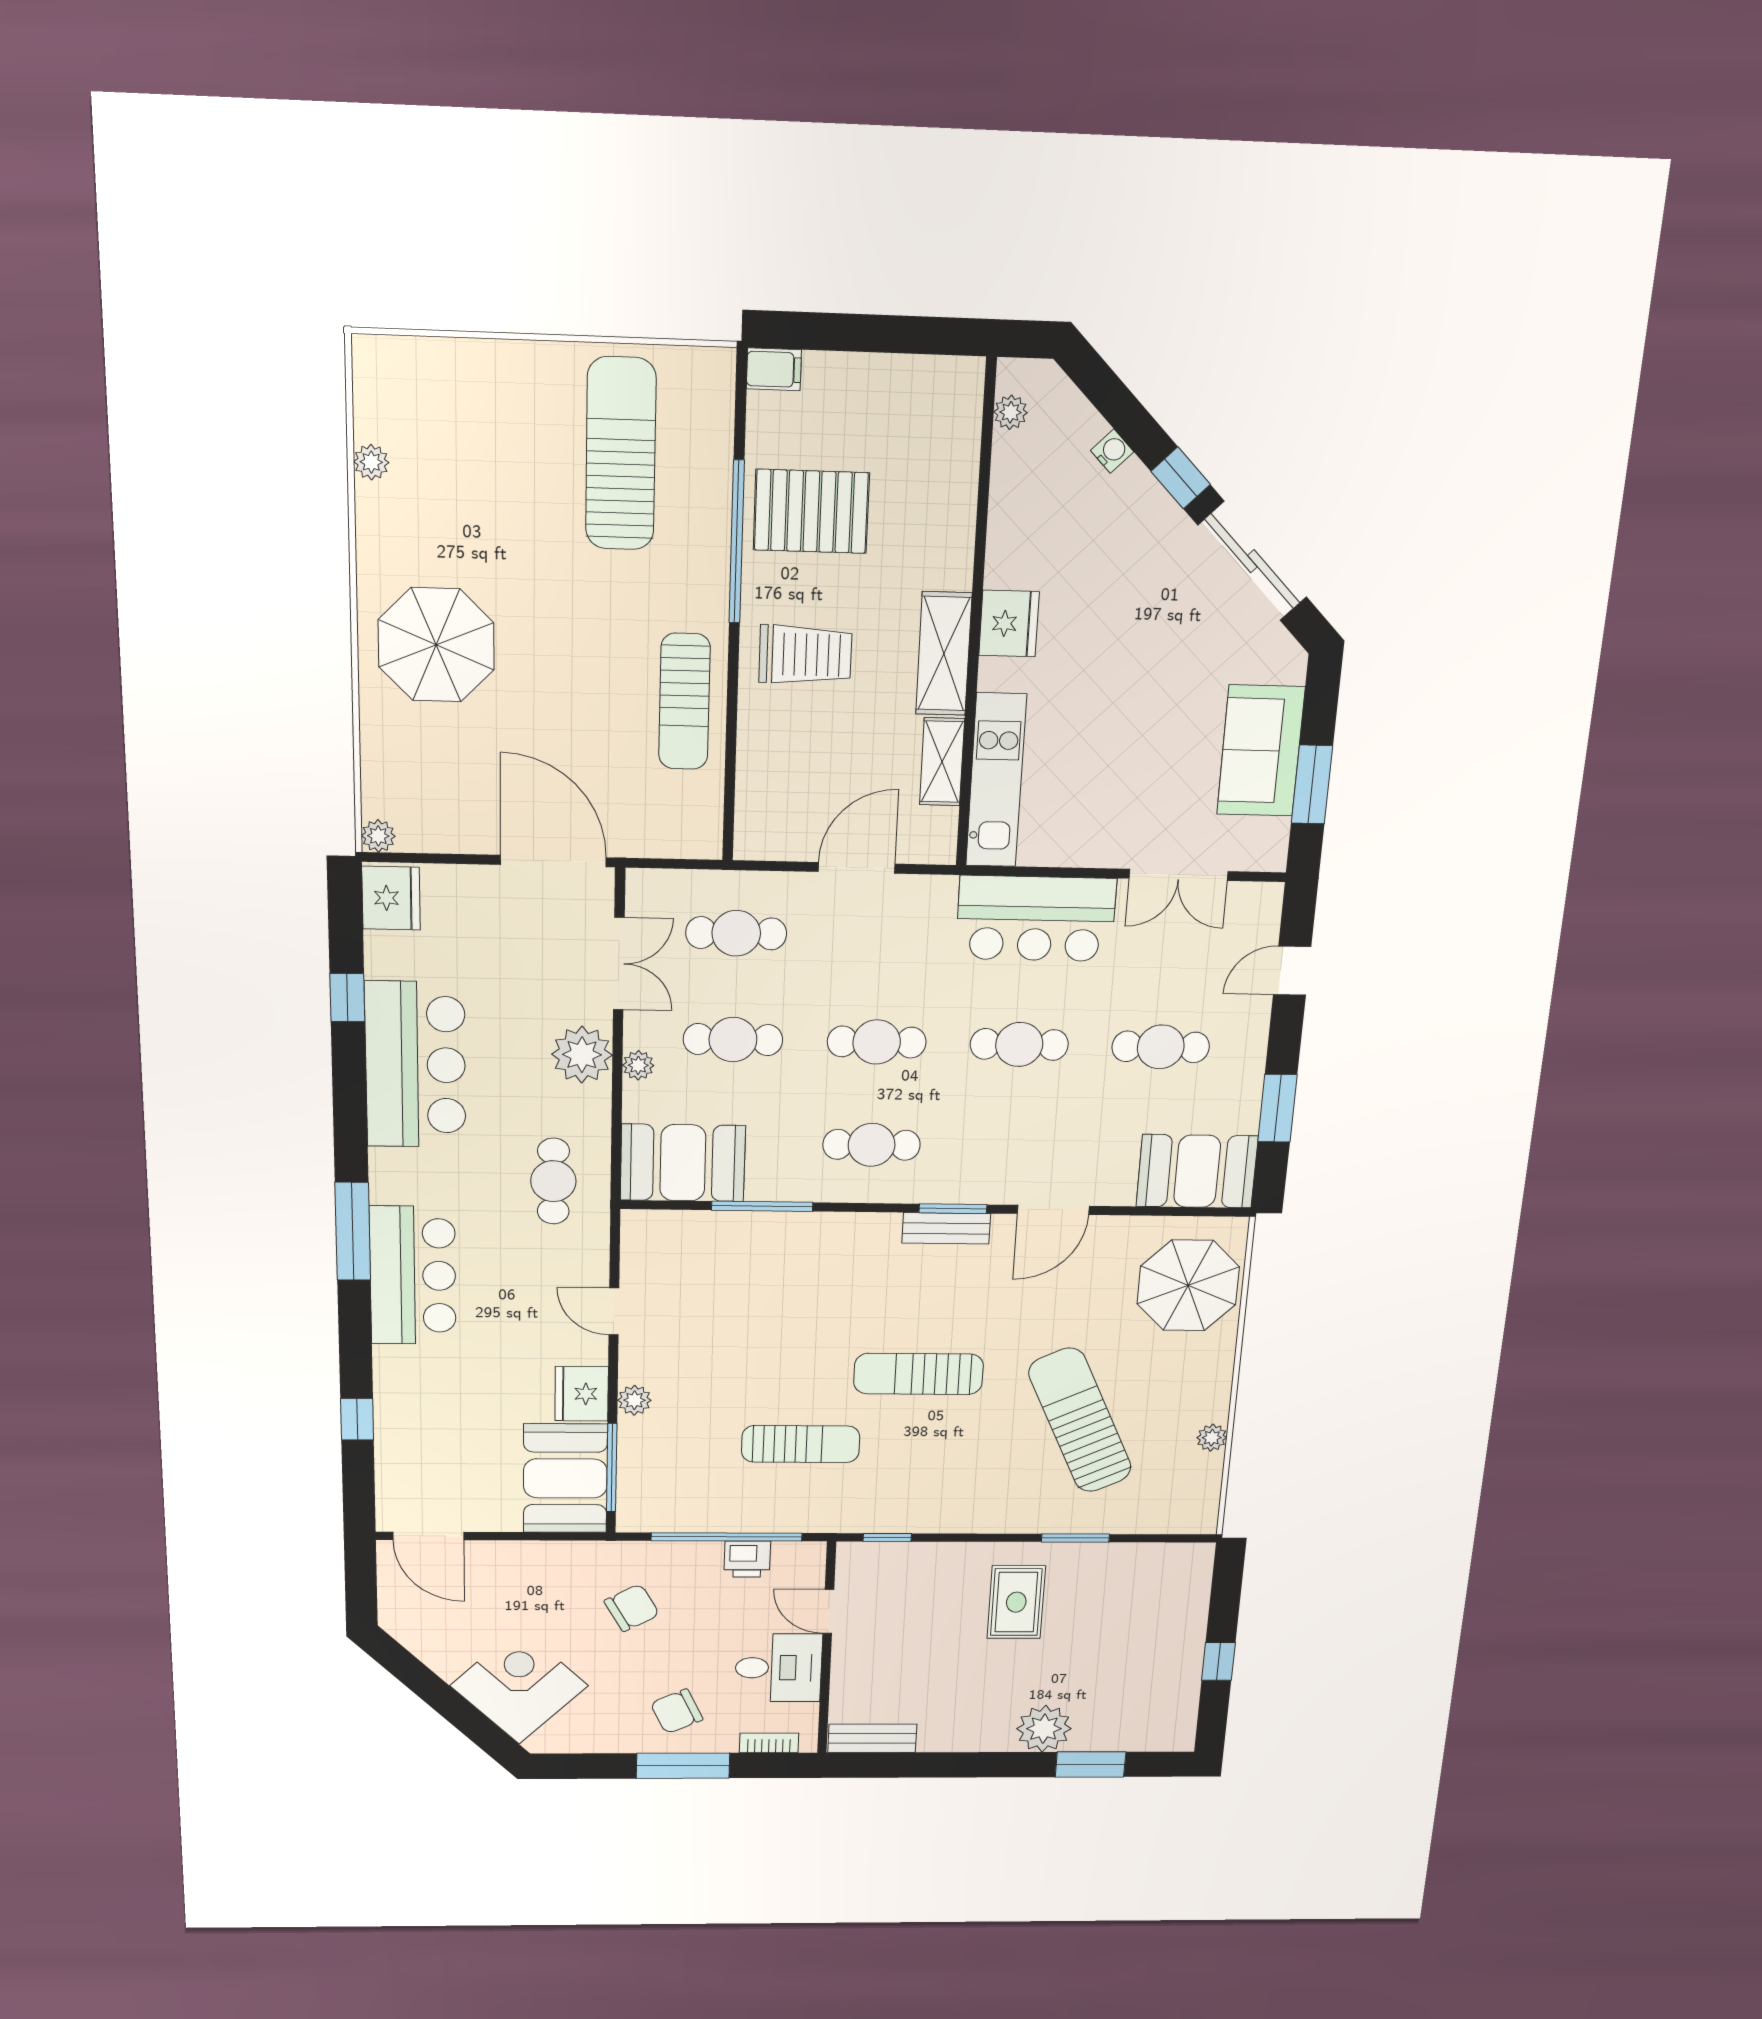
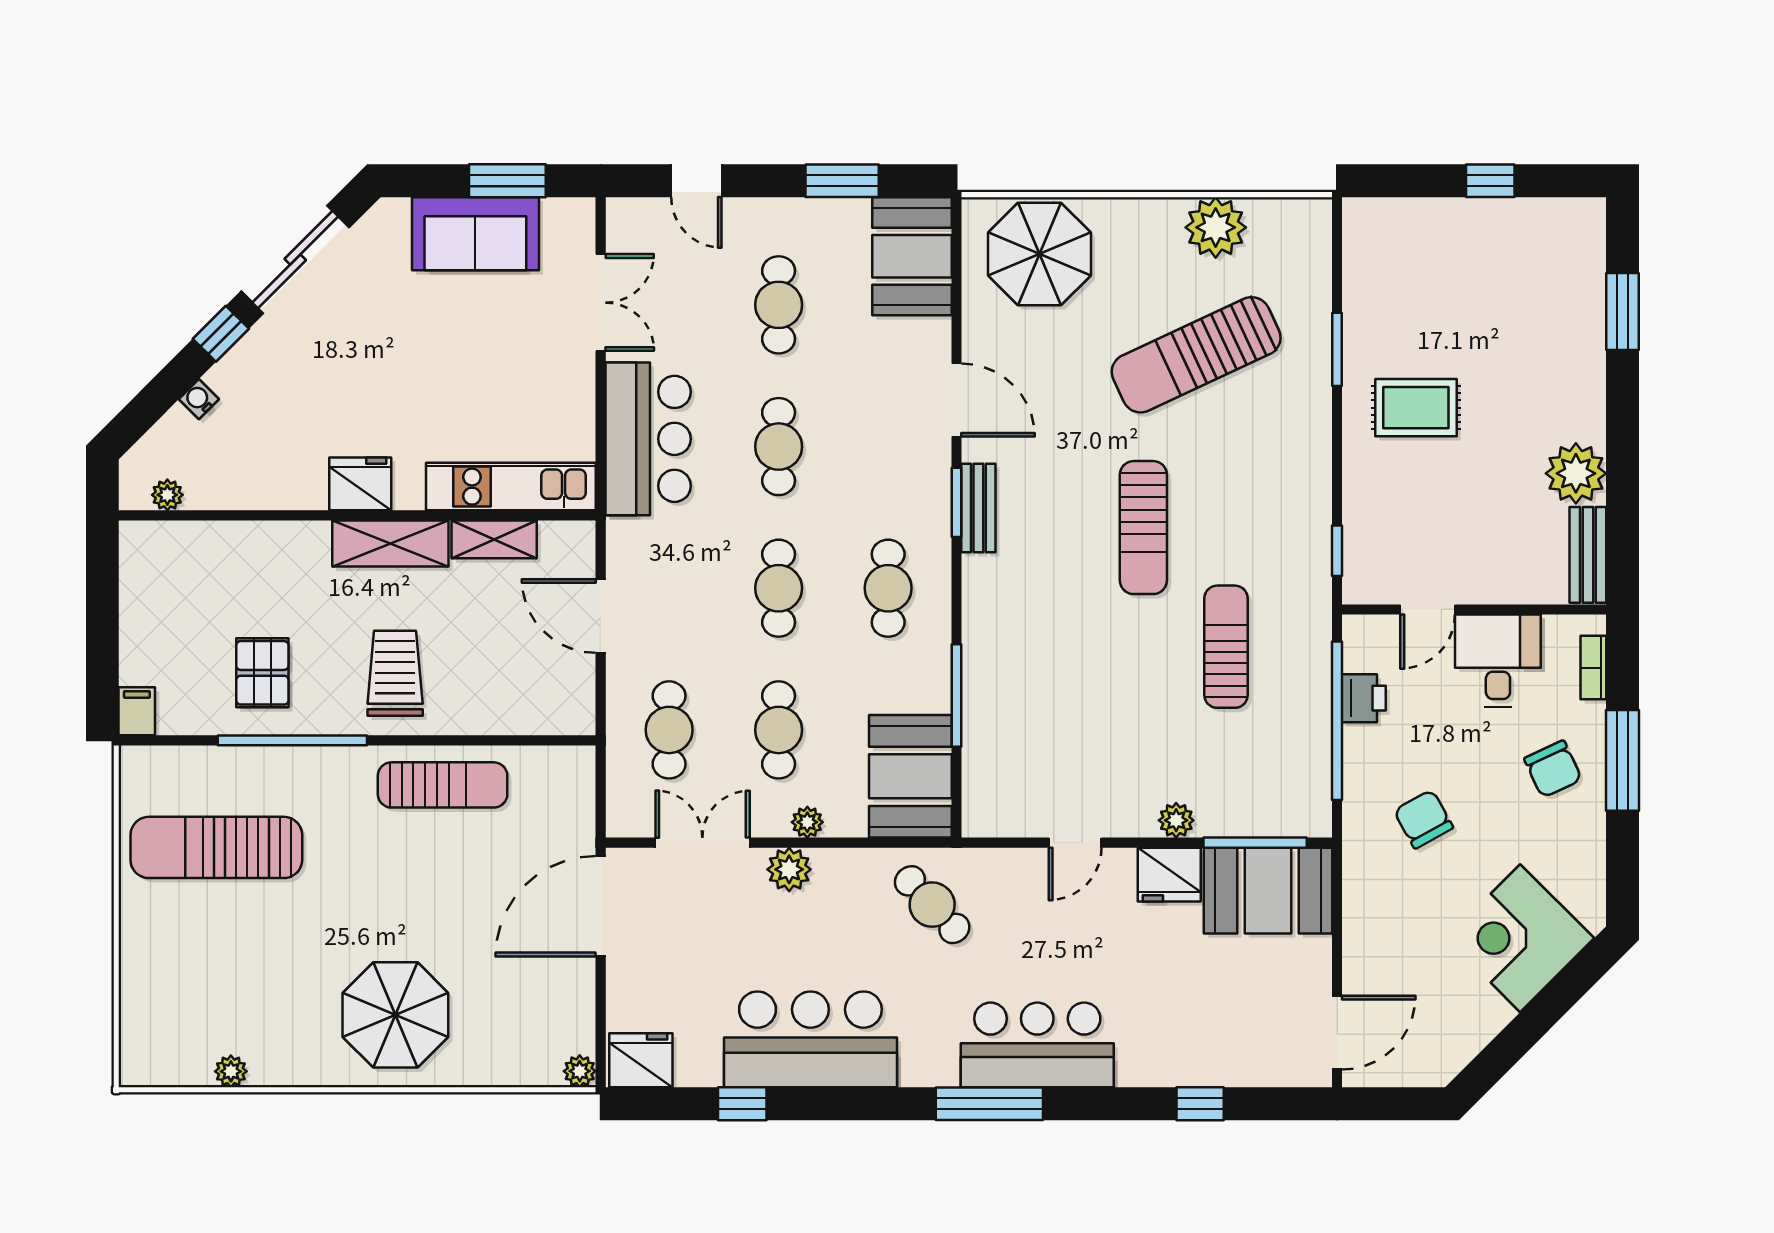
pallet: (811, 511) -> (262, 673), width x0.67, depth x0.71
plant: (582, 1055) -> (789, 869), width x0.73, depth x0.73
cafe table: (553, 1181) -> (932, 905), turned 47
plant: (1212, 1438) -> (1216, 227), width x1.88, depth x1.88
plant: (1044, 1729) -> (1576, 473), moved

